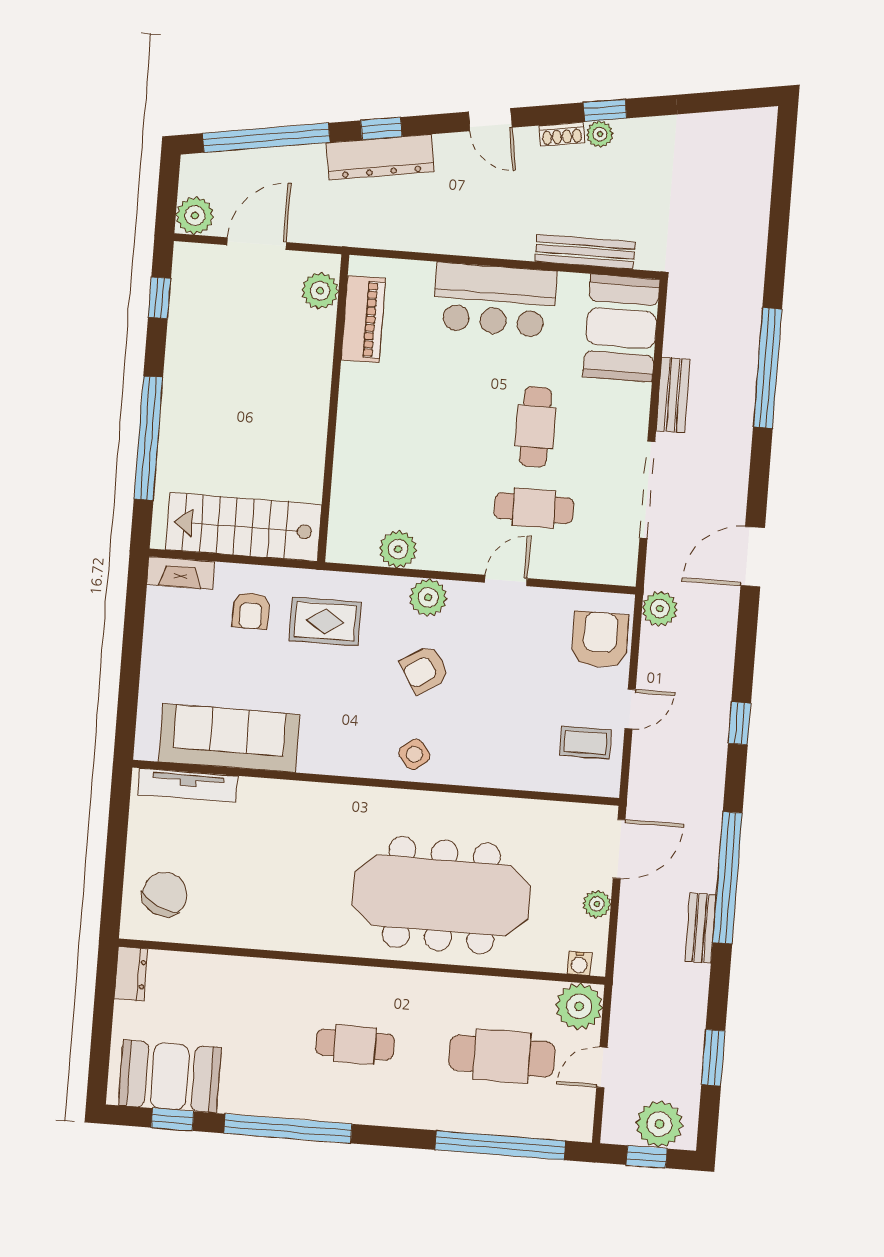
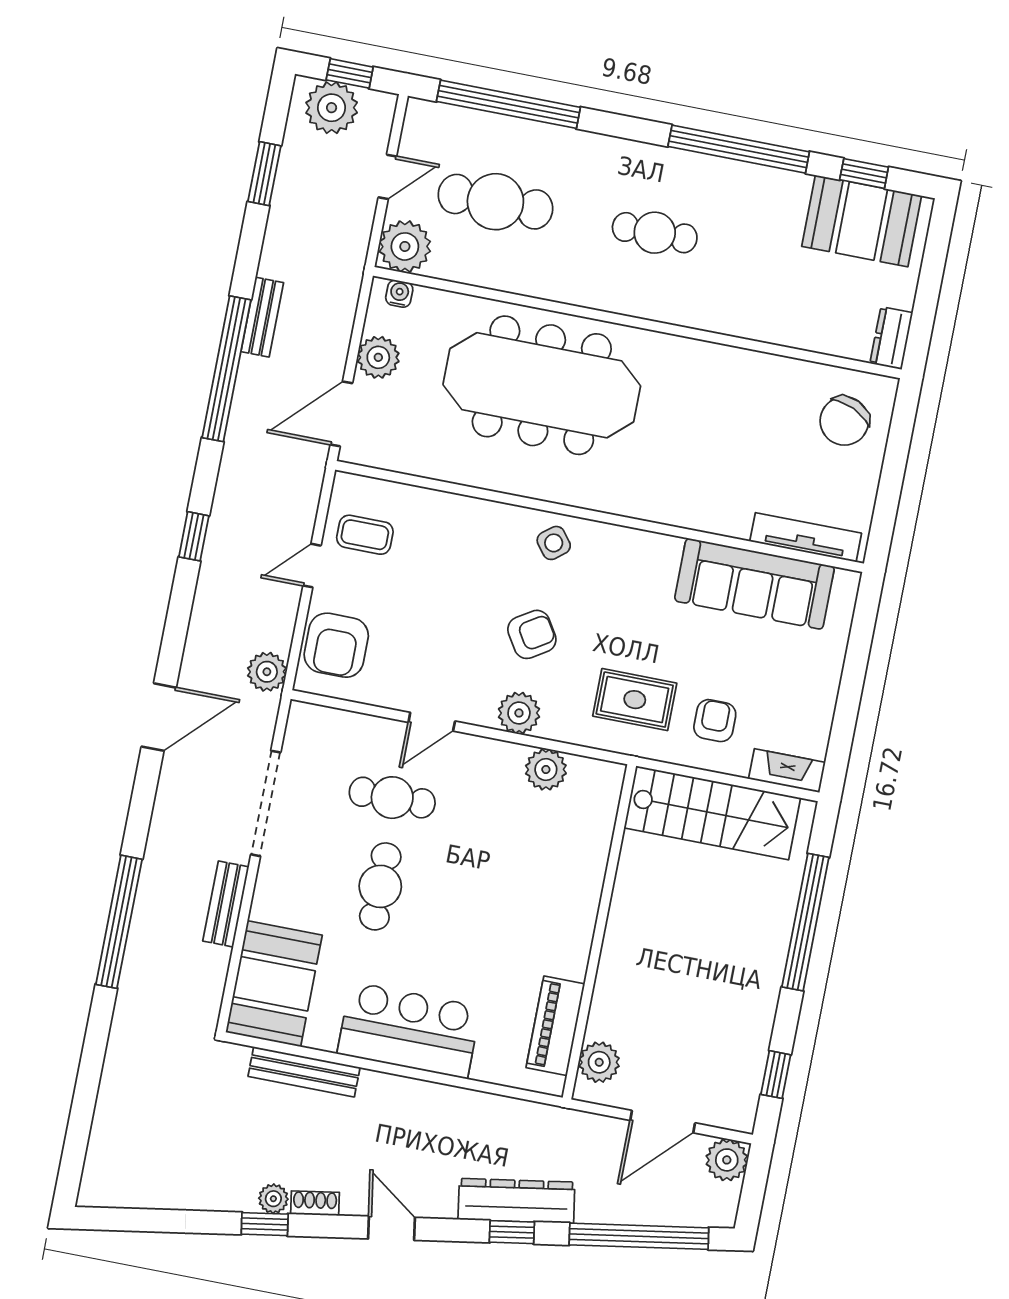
plant: (597, 904) -> (378, 357), width x1.38, depth x1.38

